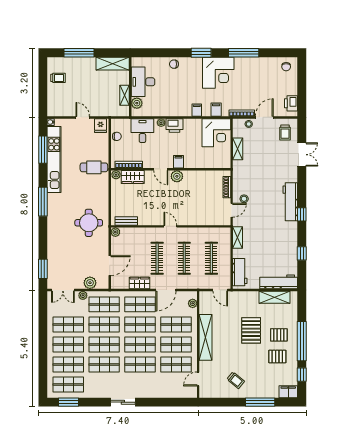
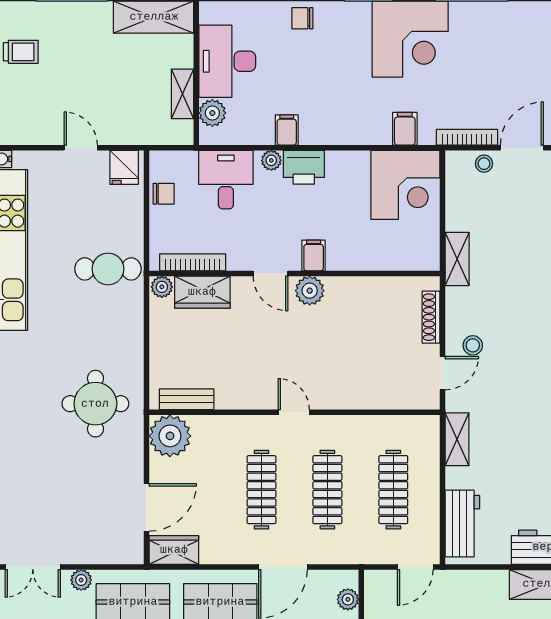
filing cabinet: (197, 110) -> (287, 130), moved
shelving: (238, 149) -> (457, 259), moved
plant: (115, 232) -> (170, 436), width x1.88, depth x1.88
plant: (90, 283) -> (99, 549), removed
wardrobe: (140, 283) -> (174, 550), moved
door: (220, 290) -> (415, 567), hinge flipped

